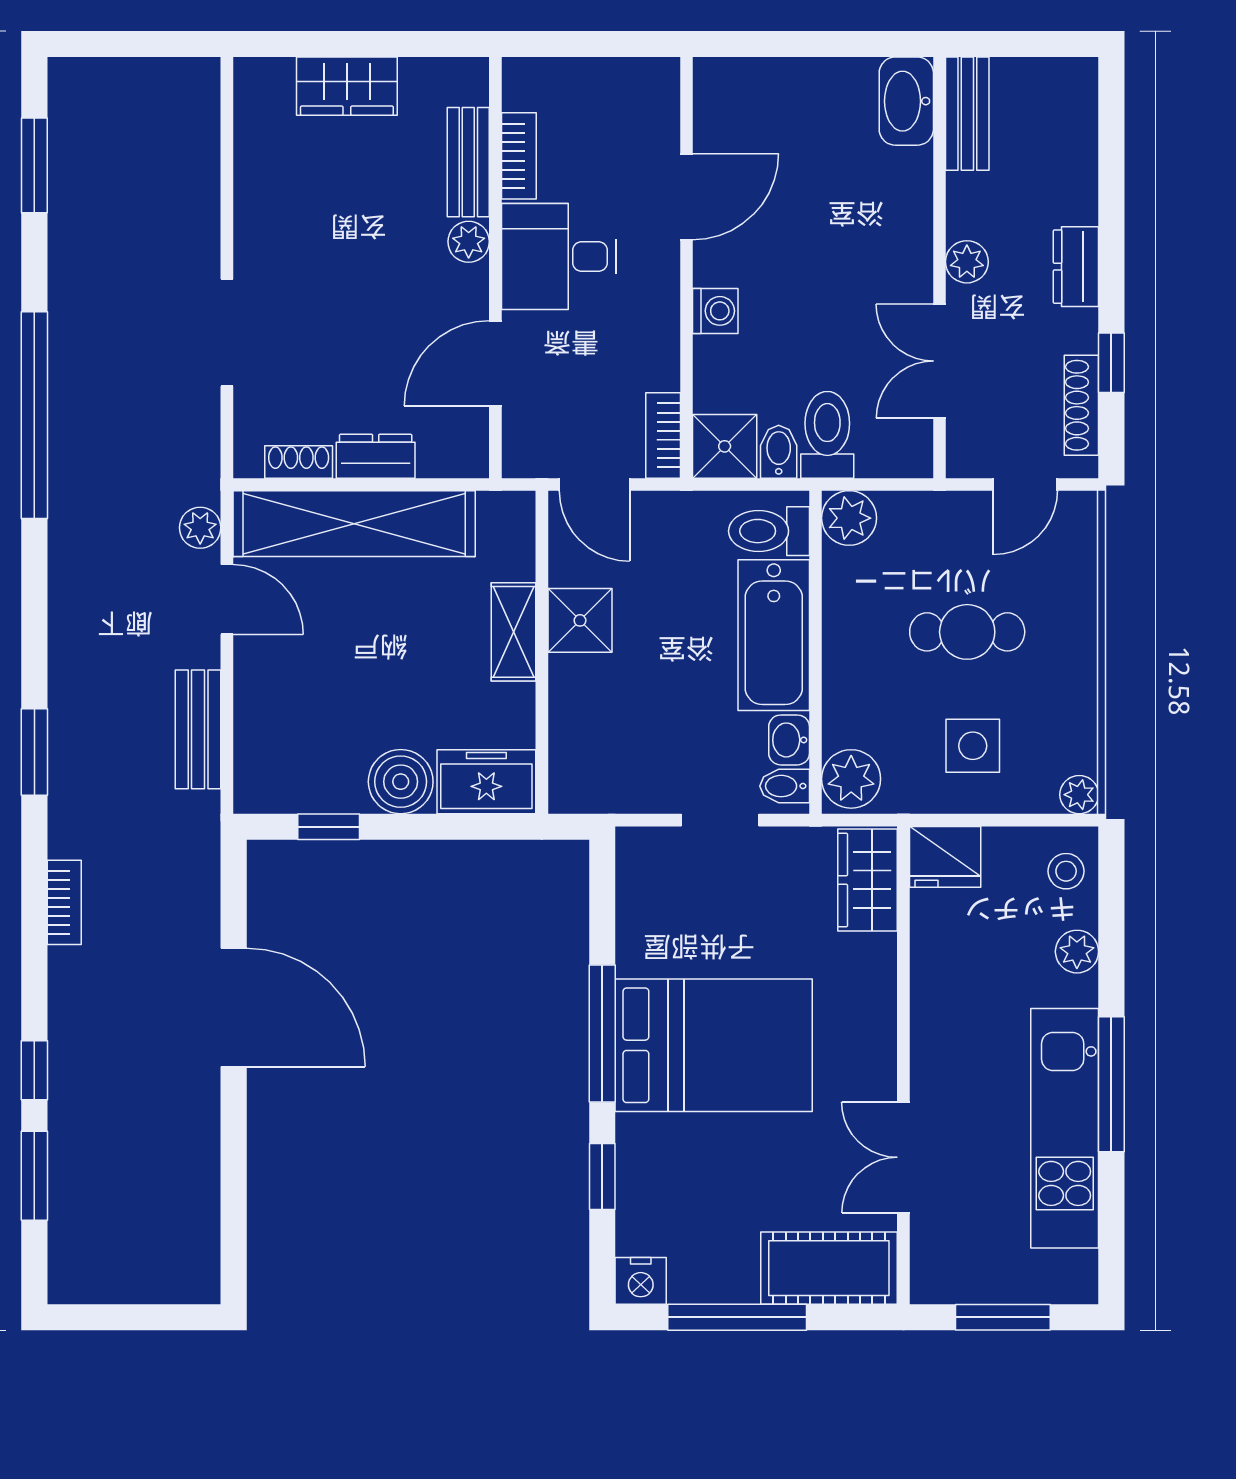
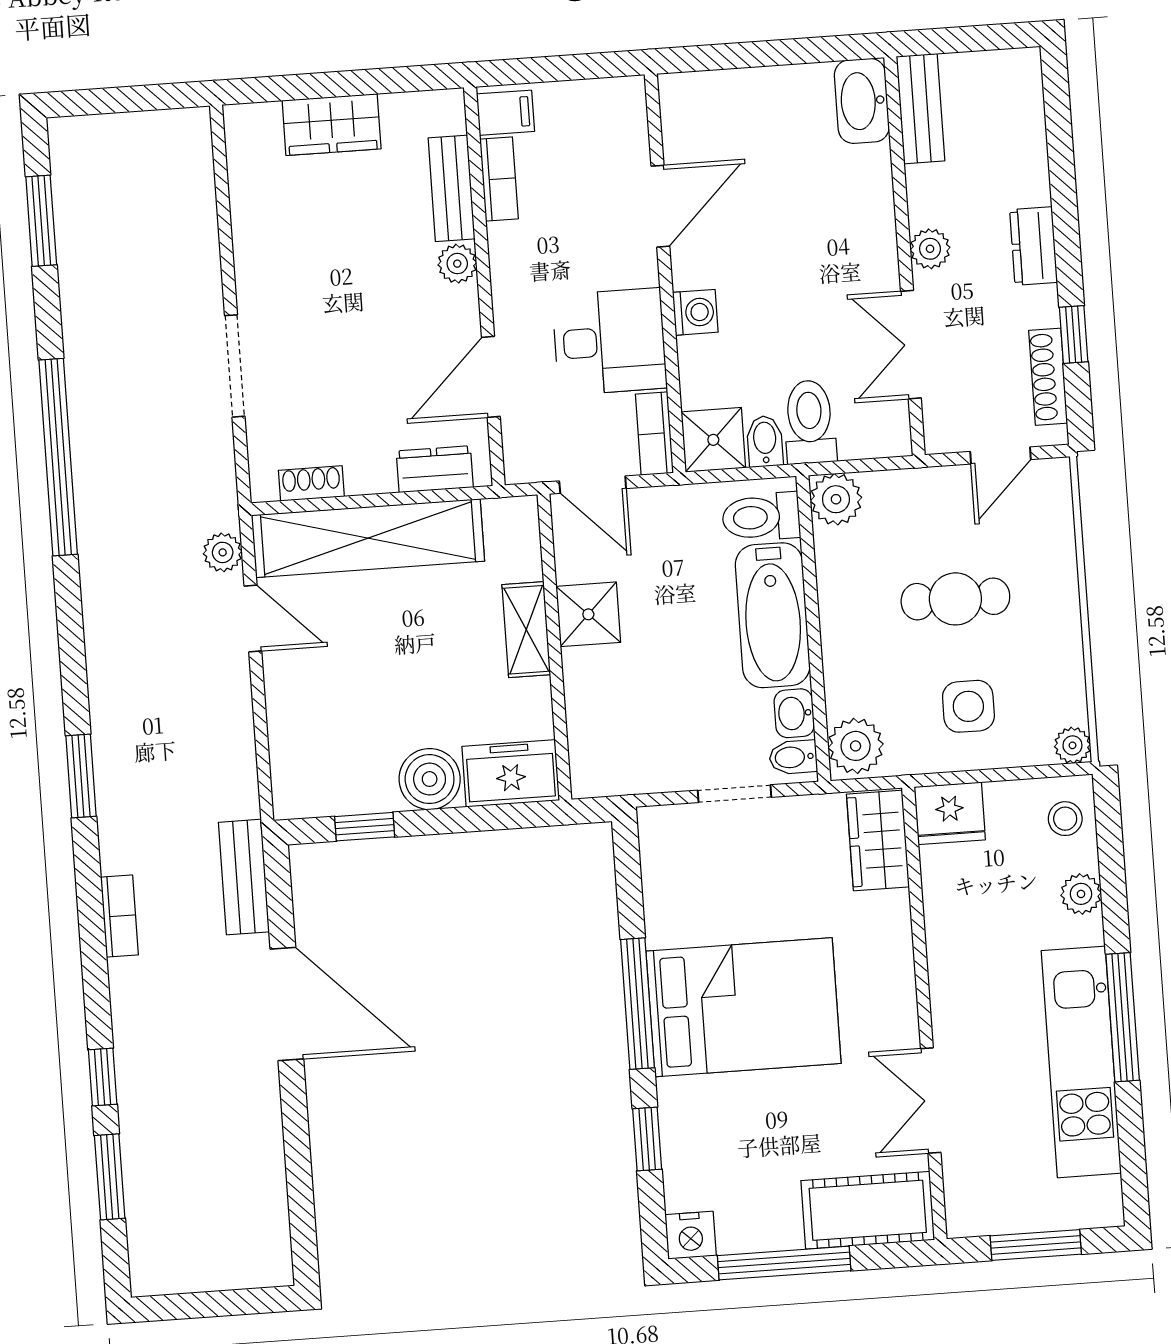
filing cabinet: (531, 87) -> (506, 113), added
desk: (559, 257) -> (610, 342), moved, turned 180
dresser: (376, 456) -> (435, 469), moved
bench: (198, 729) -> (244, 877), moved

